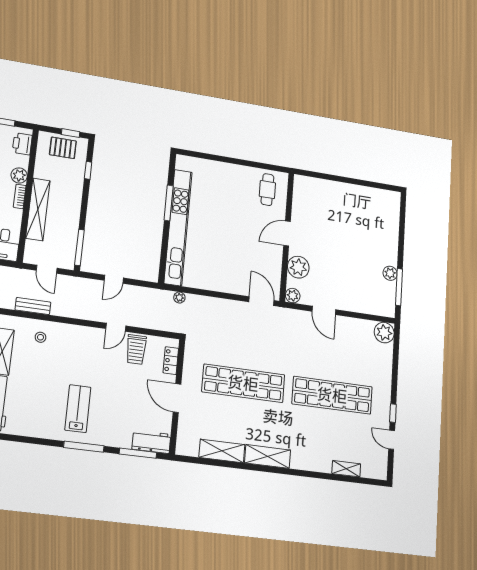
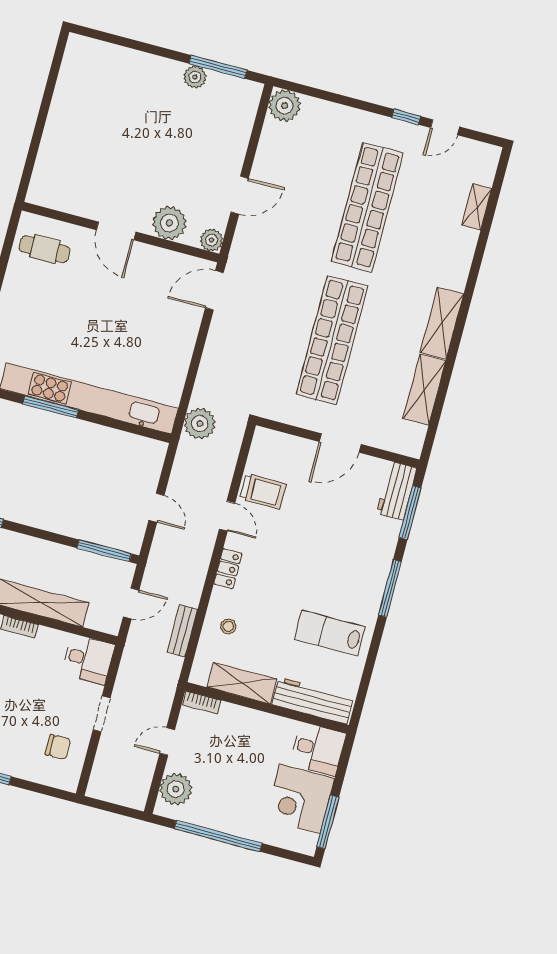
plant: (179, 298) -> (200, 424), width x1.88, depth x1.88
locker: (171, 361) -> (228, 569), moved, turned -90
lab bench: (78, 409) -> (330, 633), moved

